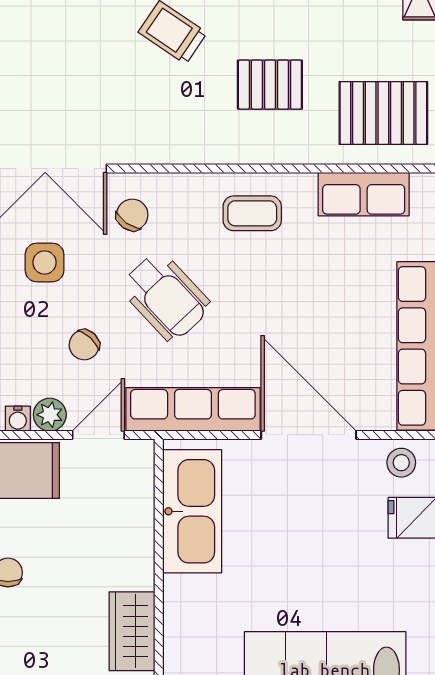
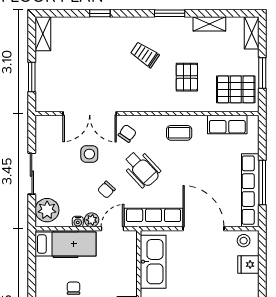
pallet: (270, 85) -> (187, 77), turned 90

